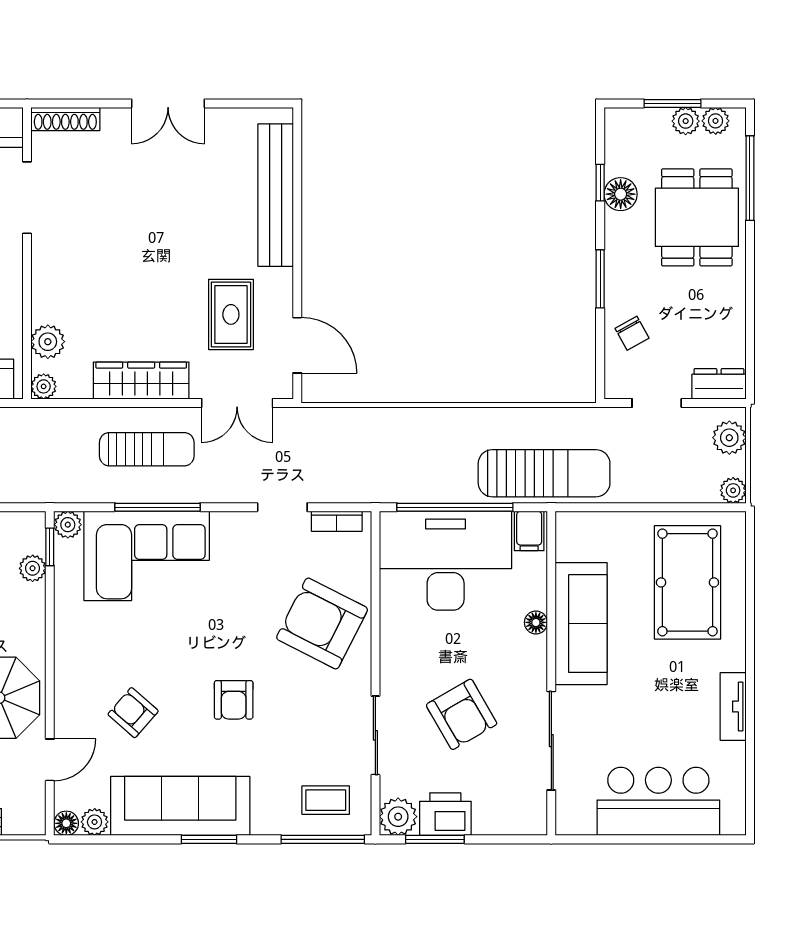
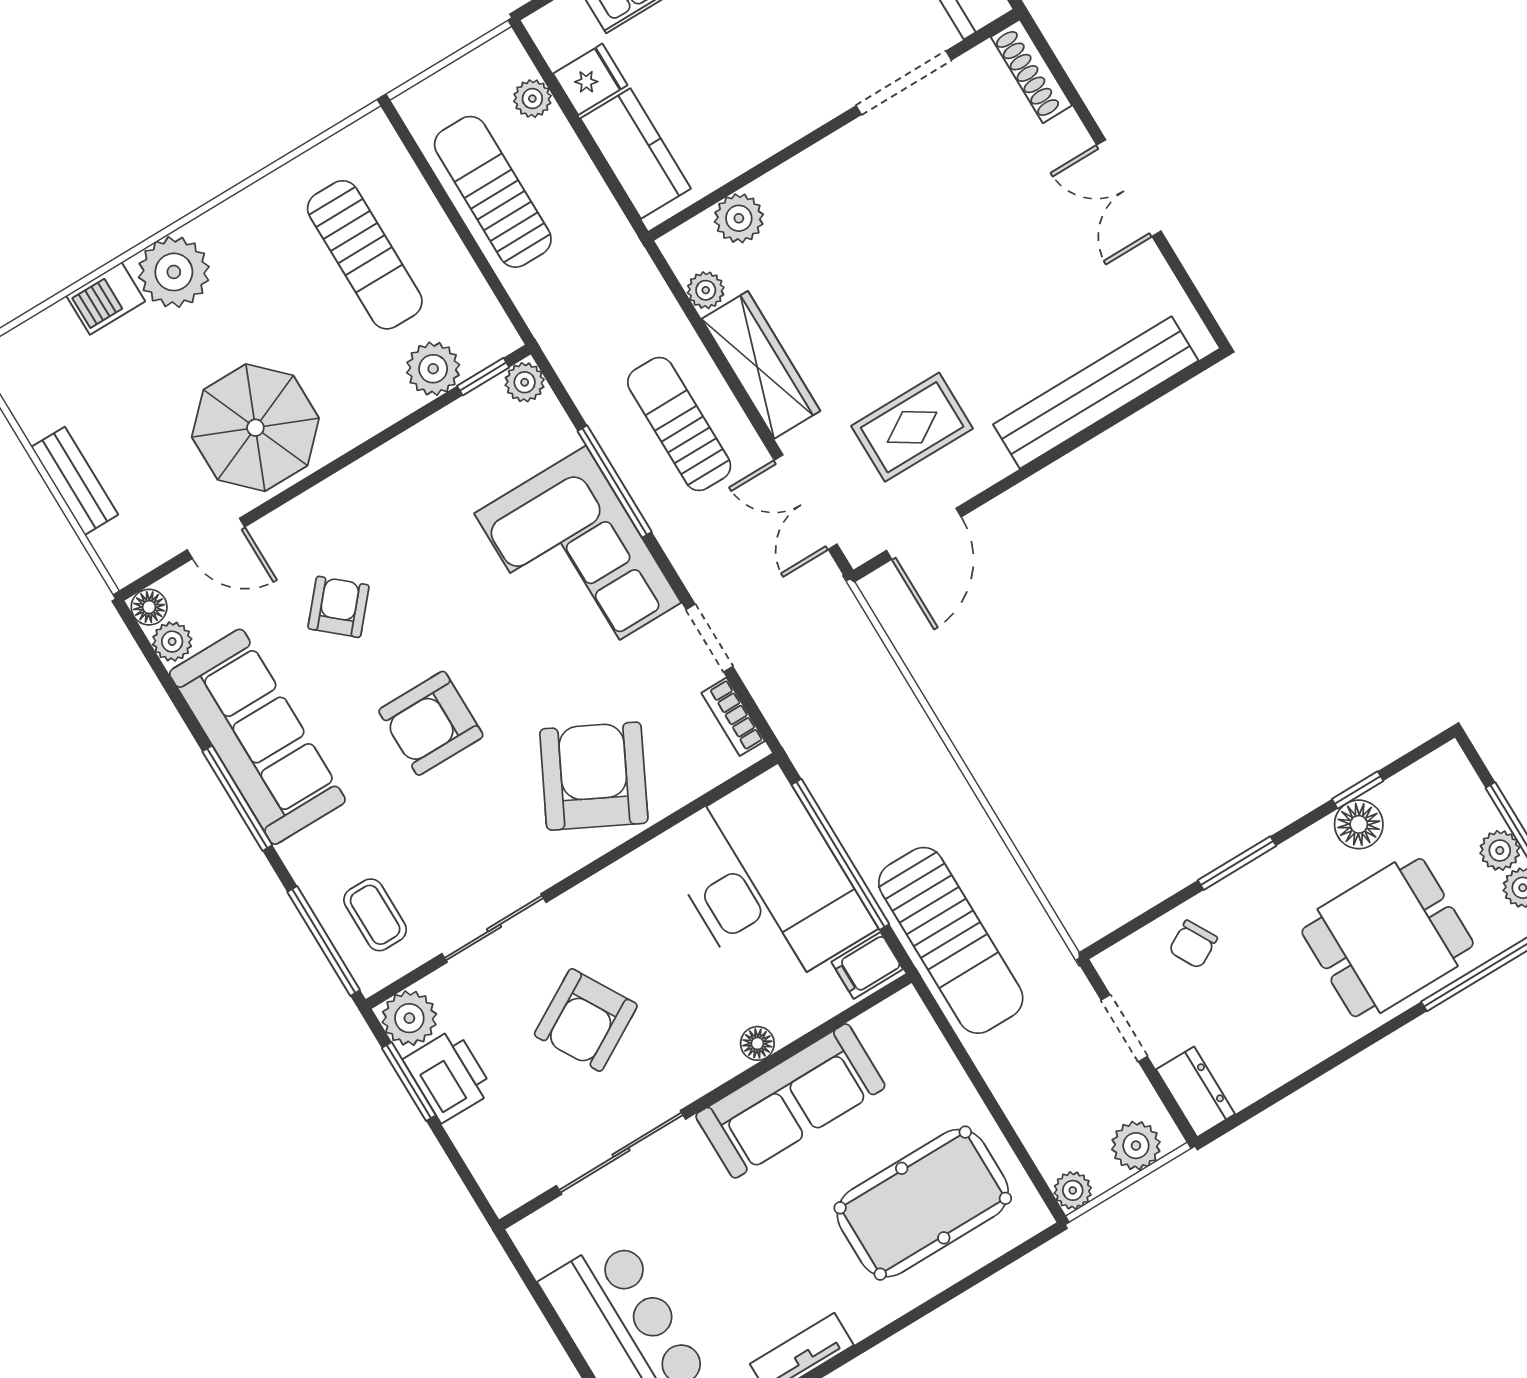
plant: (44, 386) -> (706, 290), moved
sun lounger: (147, 449) -> (679, 424), turned 180
corner sofa: (147, 556) -> (578, 558), moved
plant: (33, 568) -> (433, 369), width x1.38, depth x1.38
armchair: (234, 700) -> (431, 723), width x1.38, depth x1.38
window: (209, 839) -> (237, 798), width x1.44

